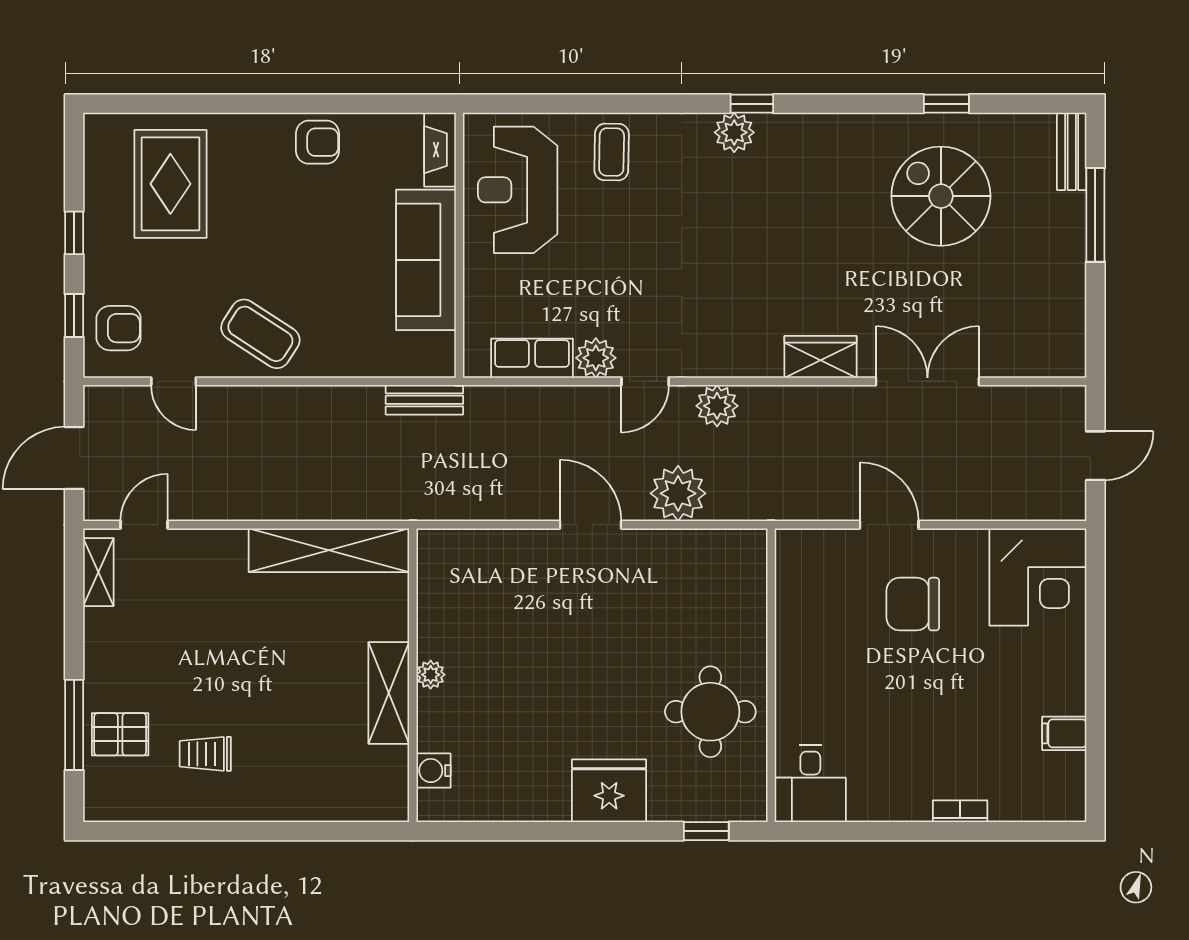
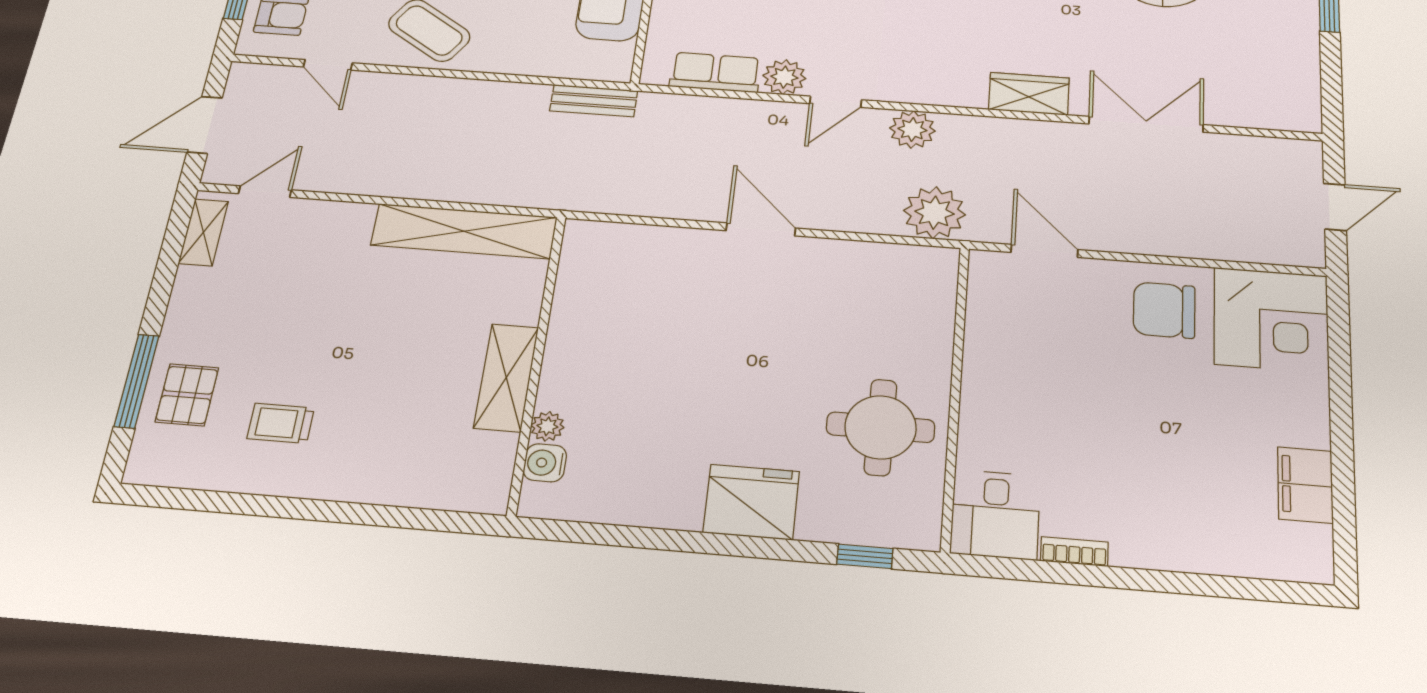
plant: (678, 493) -> (934, 213), moved
door: (889, 525) -> (1044, 251), moved
chair: (913, 604) -> (1164, 310), moved
plant: (431, 675) -> (547, 426), moved
filing cabinet: (1064, 733) -> (1305, 485), width x2.00
pallet: (120, 734) -> (187, 395), turned 90
bookcase: (960, 811) -> (1074, 552), moved

